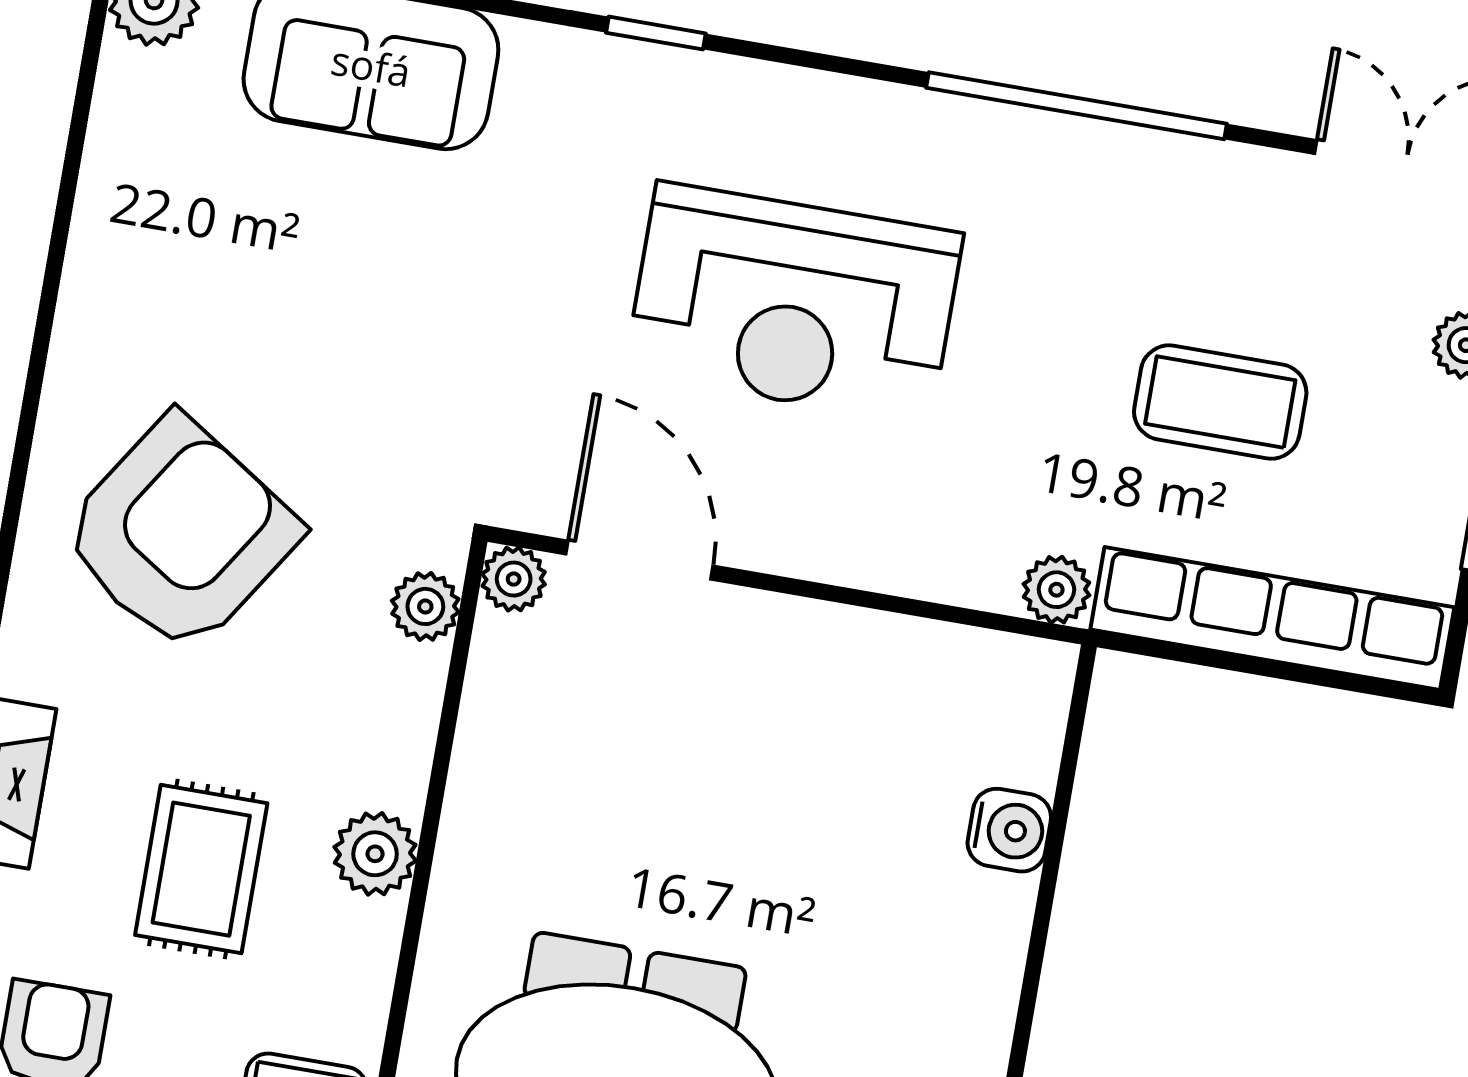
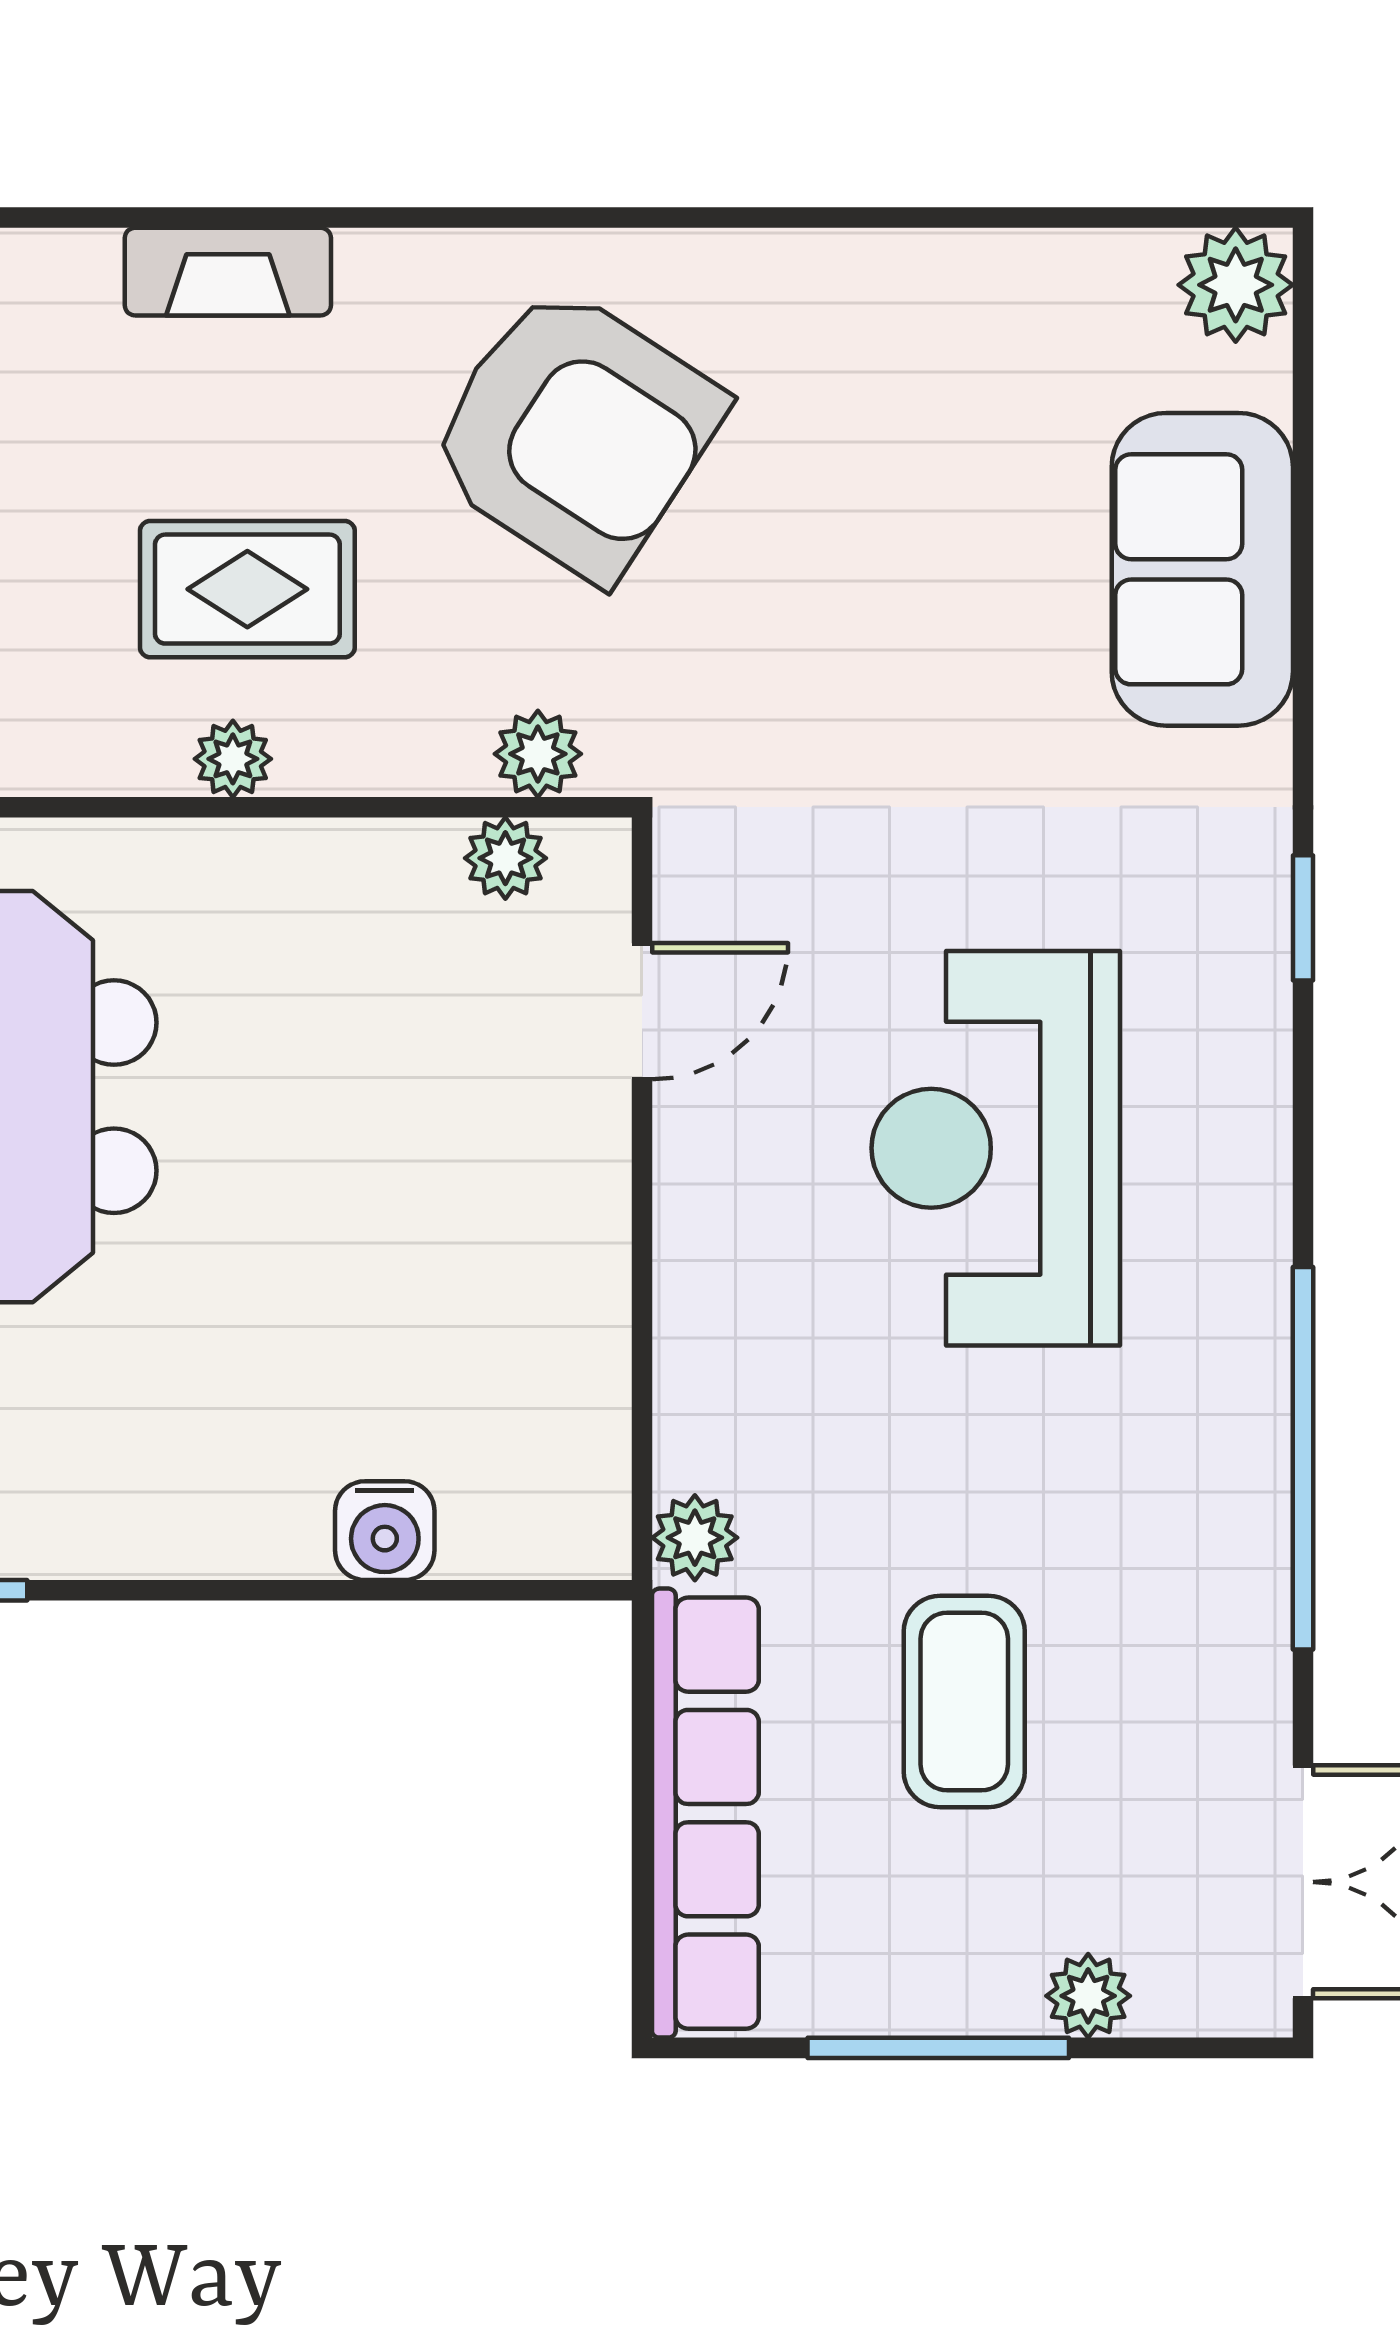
door: (640, 560) -> (642, 1011), width x0.73
plant: (514, 579) -> (505, 858), moved
plant: (375, 854) -> (233, 759), width x0.73, depth x0.73
rug: (201, 869) -> (247, 589), moved

